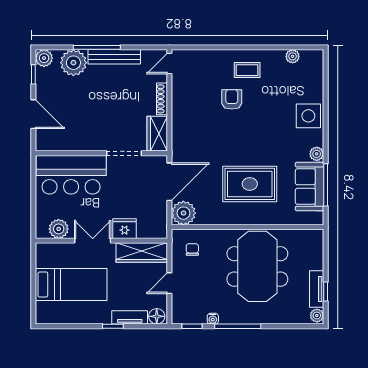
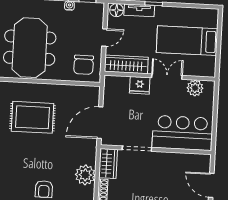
plant: (183, 213) -> (85, 175), moved
double door: (93, 241) -> (167, 77), swing flipped
chair: (192, 249) -> (84, 65), width x1.87, depth x1.87

